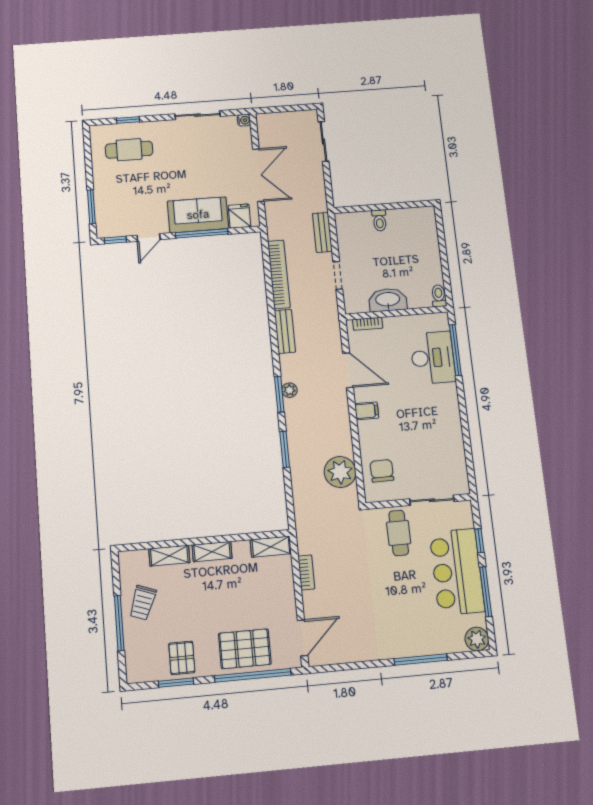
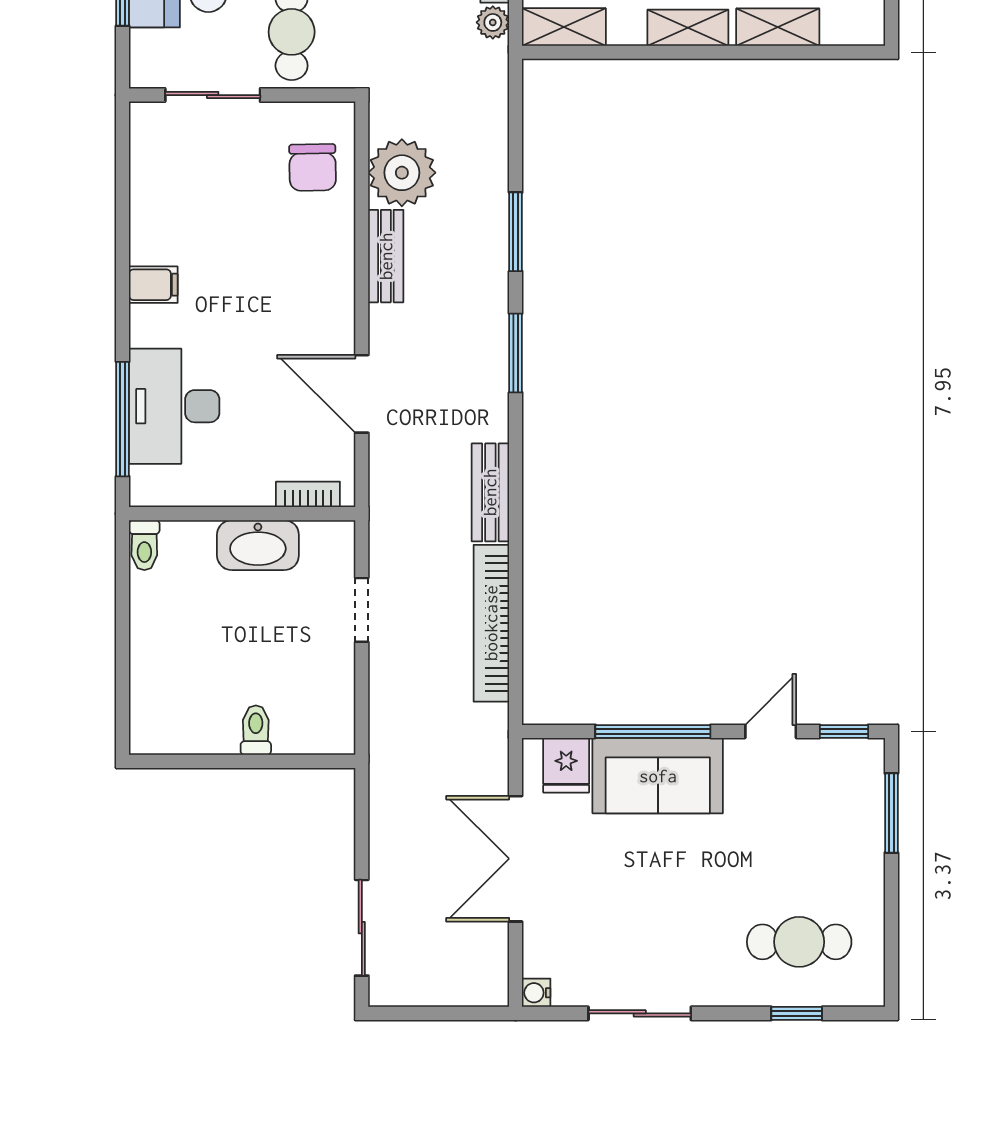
bench: (322, 232) -> (386, 256), moved
plant: (289, 390) -> (493, 22), moved
filing cabinet: (367, 411) -> (153, 285), moved, turned 180

